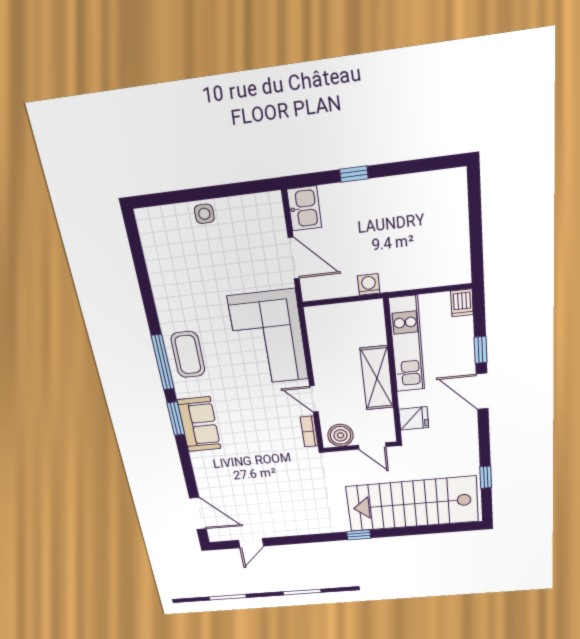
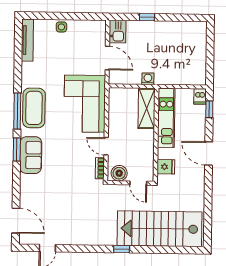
tv unit: (151, 245) -> (27, 40), added
window: (481, 350) -> (209, 109), moved
coffee table: (188, 355) -> (34, 108), width x1.36, depth x1.32
shelving: (377, 378) -> (147, 108), moved
window: (486, 477) -> (208, 214), removed

